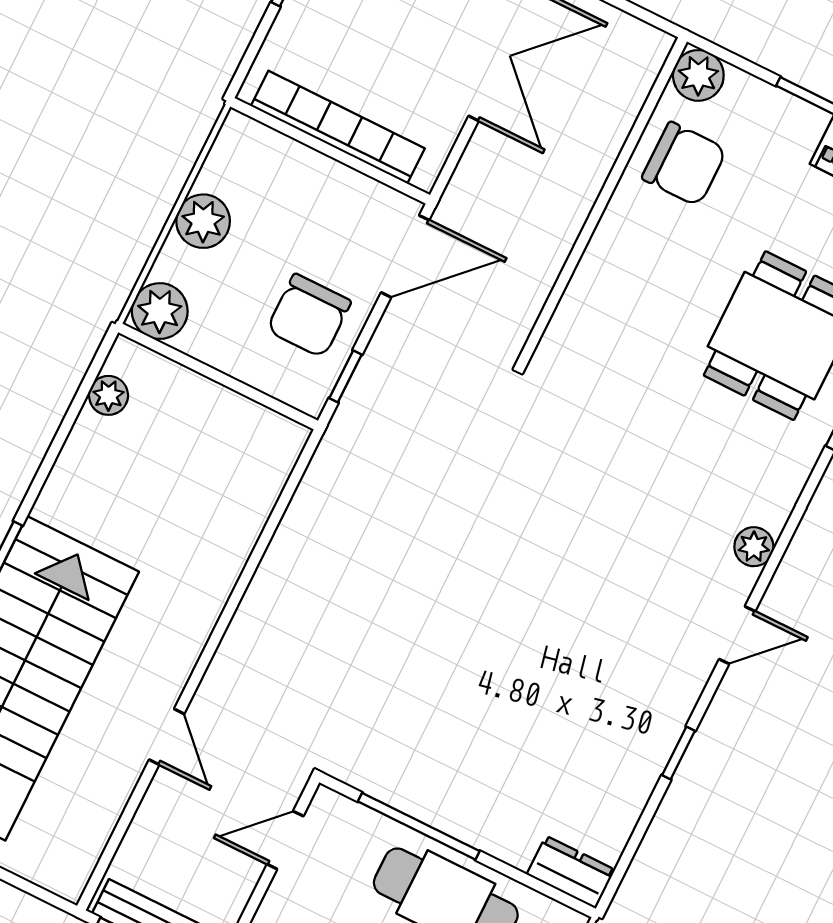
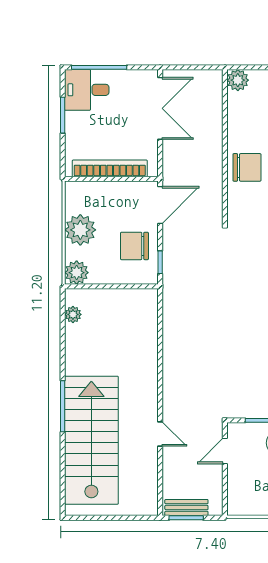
chair: (684, 164) -> (247, 167), moved
plant: (203, 221) -> (80, 230), width x1.36, depth x1.36
chair: (309, 316) -> (134, 246), turned 90

